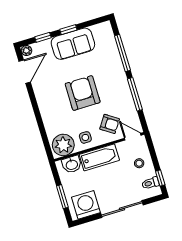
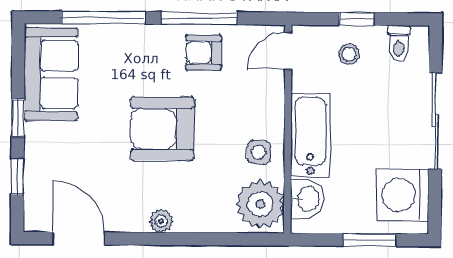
sofa: (73, 44) -> (51, 74), moved
plant: (26, 51) -> (161, 221), moved
armchair: (110, 124) -> (204, 53), moved, turned -124
window: (160, 178) -> (357, 19), moved

